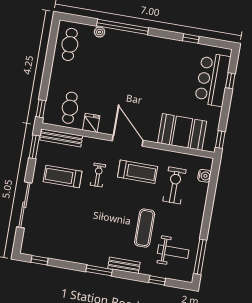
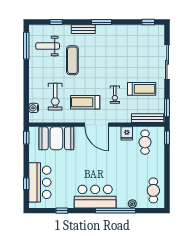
bar counter: (145, 49) -> (95, 197), added

